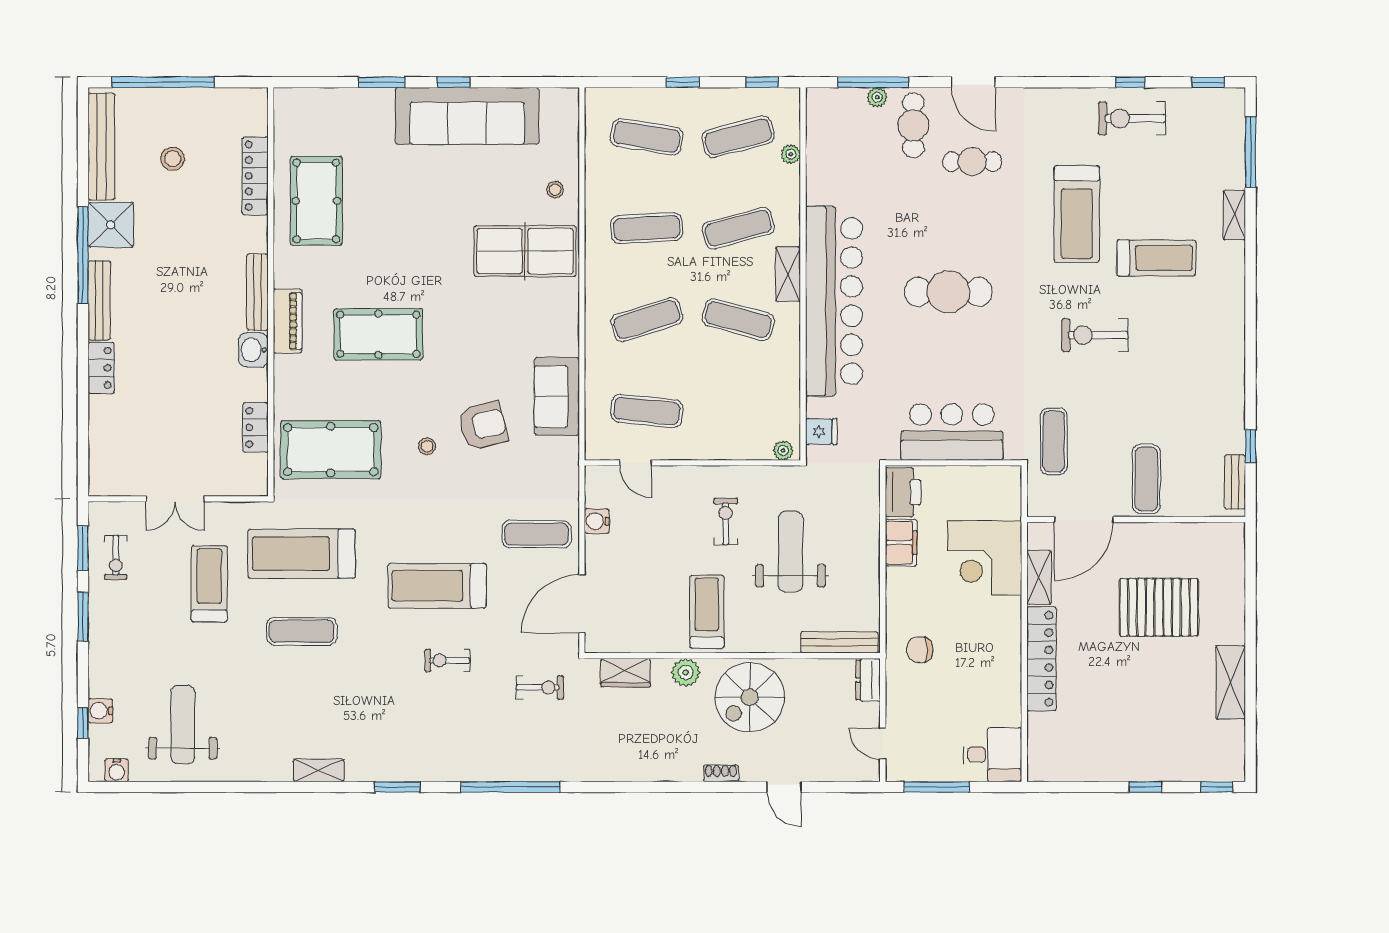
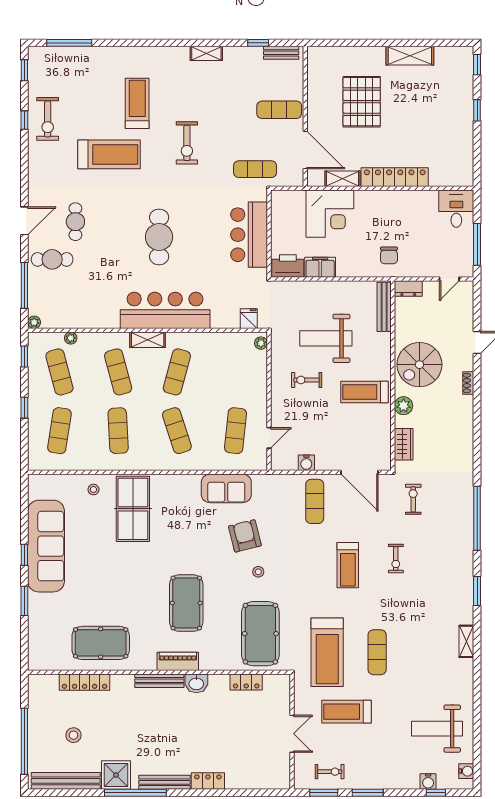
plant: (877, 97) -> (34, 322), moved
shelving: (1234, 215) -> (206, 53), moved
bar counter: (834, 301) -> (165, 310), width x0.73
treadmill: (437, 586) -> (348, 565), width x0.73, depth x0.73
spiral stairs: (750, 697) -> (419, 365), turned 90

